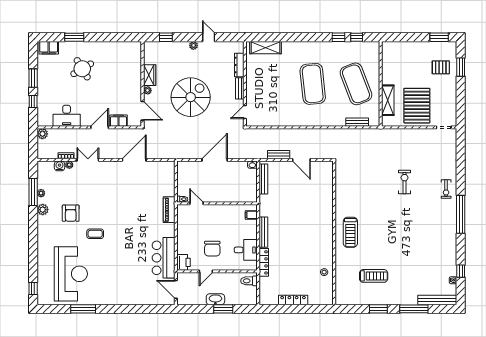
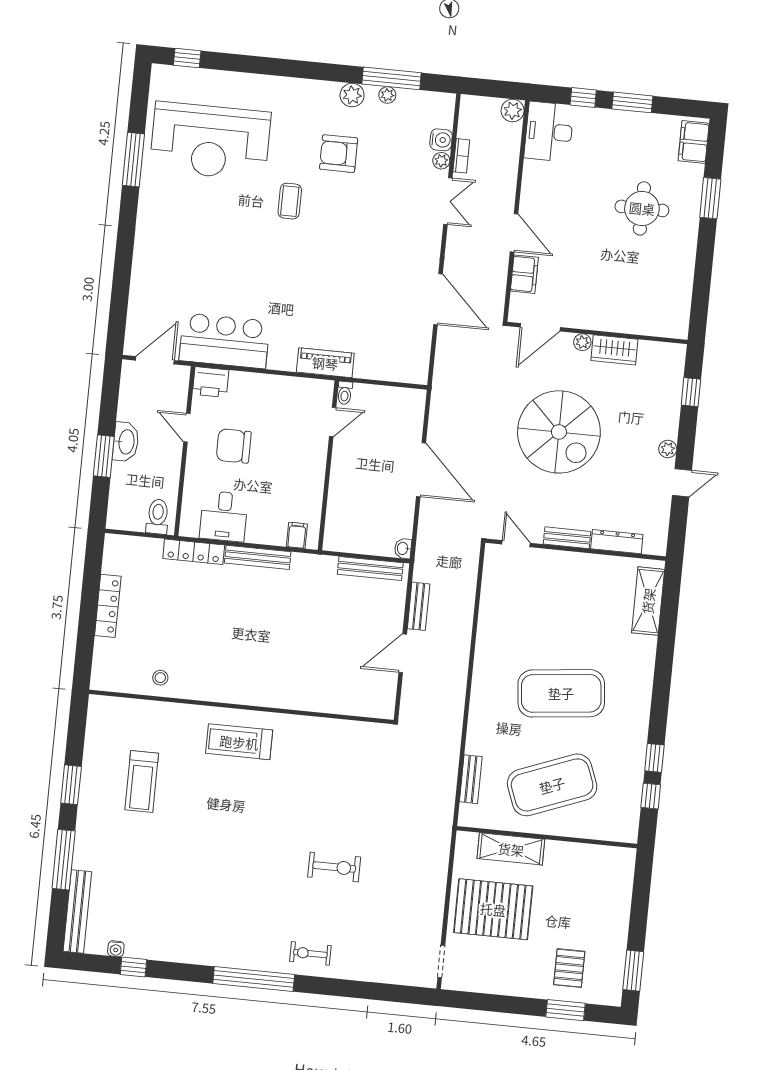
round table: (82, 69) -> (642, 208), turned 31
desk: (67, 116) -> (549, 132), moved

